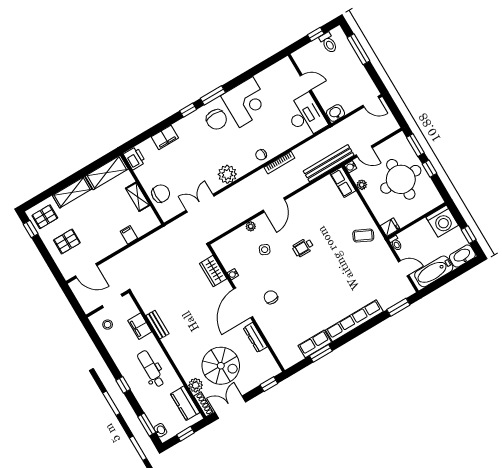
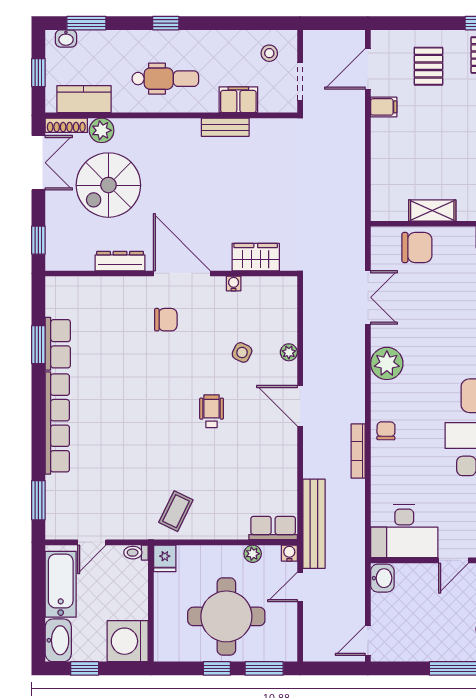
chair: (161, 194) -> (417, 248), turned -90
filing cabinet: (129, 235) -> (384, 107), moved

